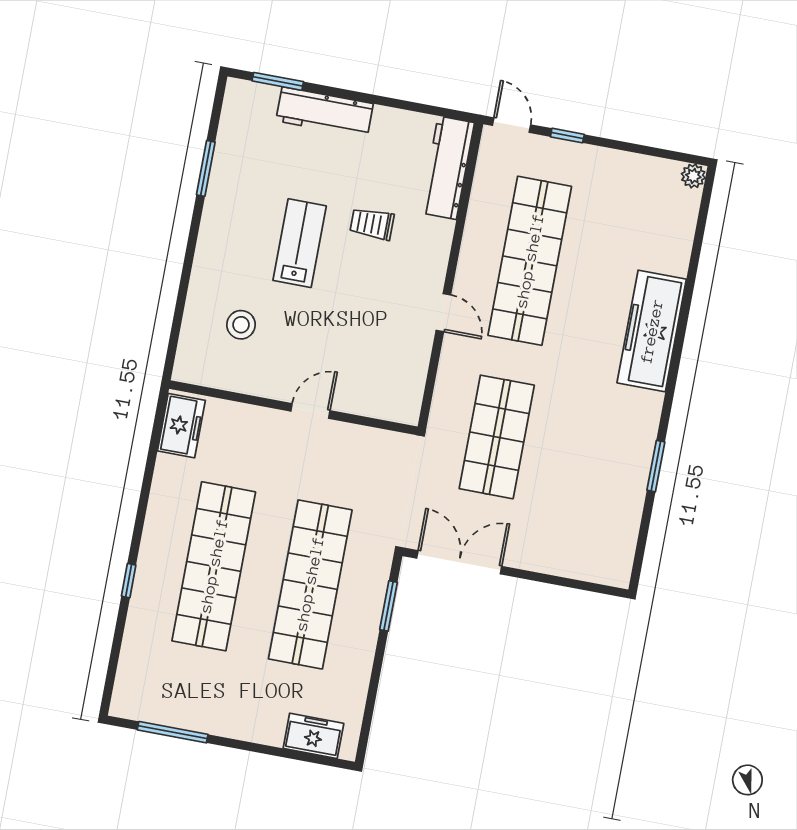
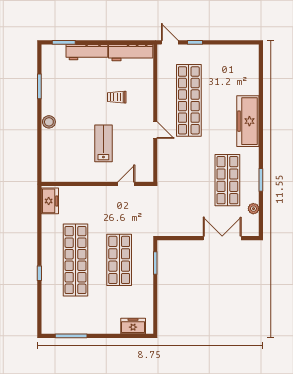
workbench: (447, 168) -> (131, 53), moved, turned -90
plant: (693, 176) -> (253, 209), moved
lab bench: (300, 243) -> (103, 143), moved
stool: (241, 325) -> (49, 122), moved
door: (310, 411) -> (126, 184), moved
shop shelf: (497, 437) -> (227, 180), moved
double door: (459, 562) -> (222, 238), moved
shop shelf: (310, 584) -> (119, 260), width x0.71

